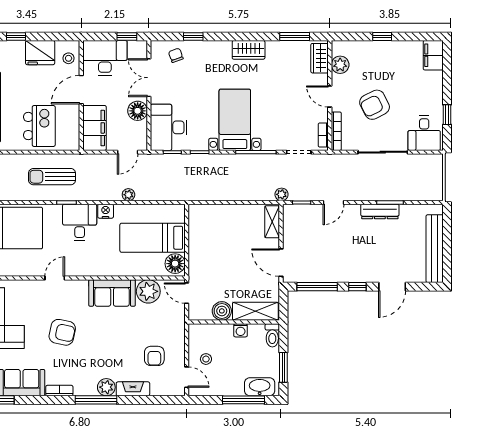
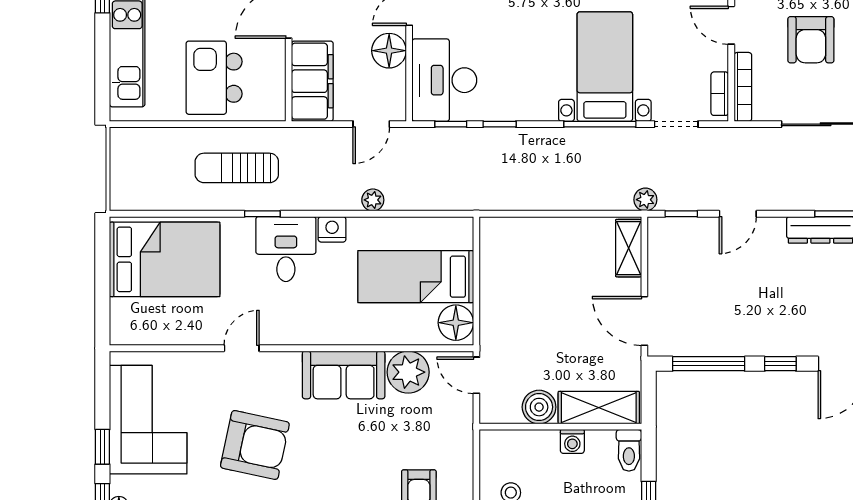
armchair: (375, 105) -> (811, 40), turned -63
bed with nightstands: (235, 120) -> (605, 67), moved
kitchen island: (39, 126) -> (214, 78), turned 180
armchair: (62, 332) -> (255, 445), width x1.36, depth x1.36

